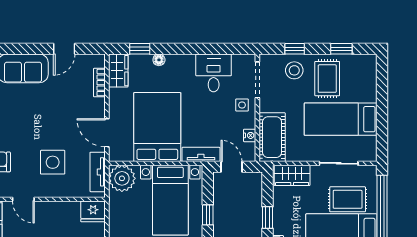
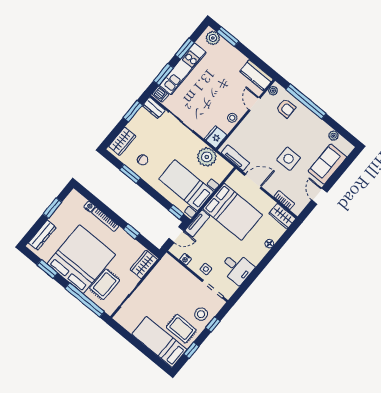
window: (140, 49) -> (284, 238), removed
bed: (341, 119) -> (159, 342), moved, turned -90
cot: (272, 137) -> (174, 271), removed
side table: (53, 162) -> (289, 159), moved
plant: (122, 178) -> (207, 157), moved
door: (23, 199) -> (254, 104), hinge flipped
stool: (58, 211) -> (232, 118), added
window: (208, 215) -> (176, 212), moved

